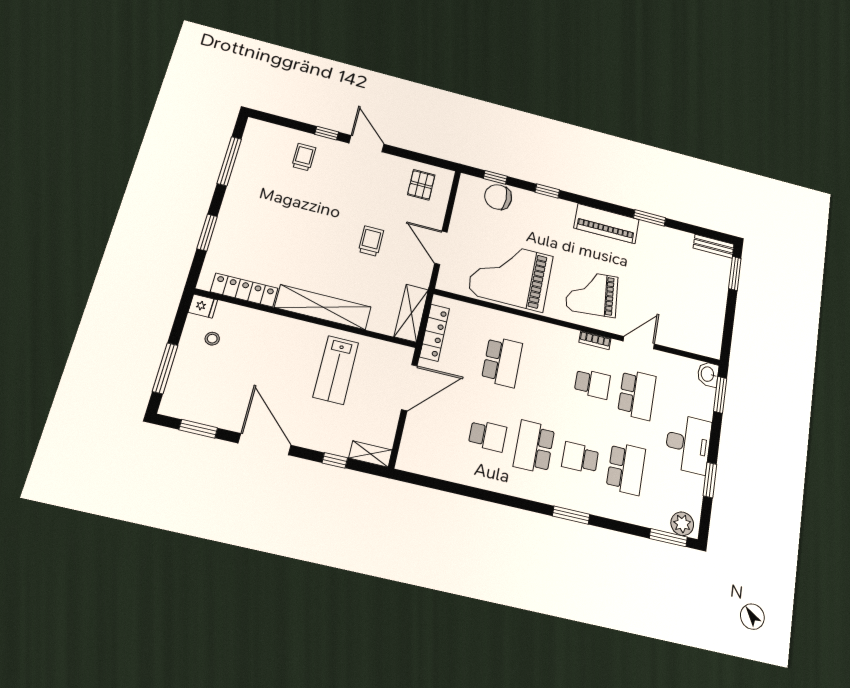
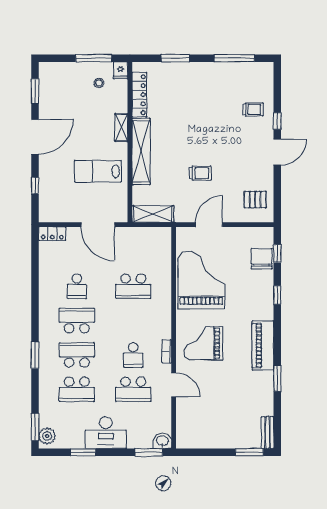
grand piano: (592, 293) -> (203, 343), turned -85
locker: (435, 333) -> (52, 234), moved, width x0.66
window: (165, 368) -> (94, 58), moved
shelving: (370, 454) -> (121, 128), moved
school desk: (580, 458) -> (77, 355), width x1.85

